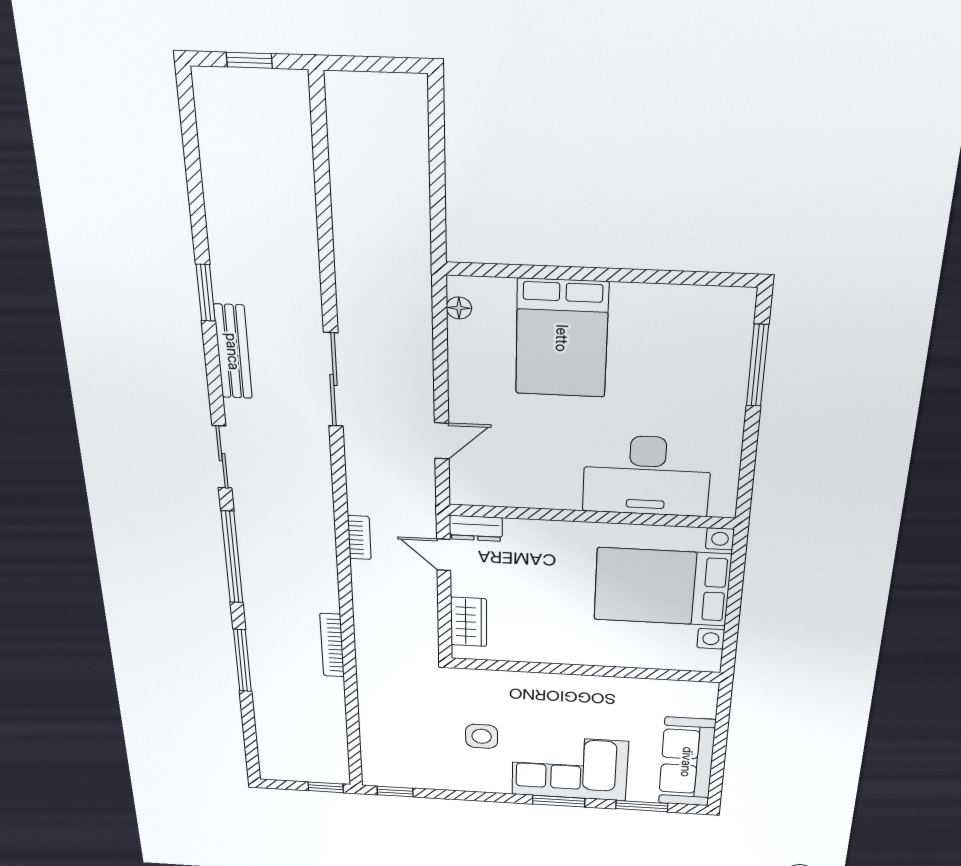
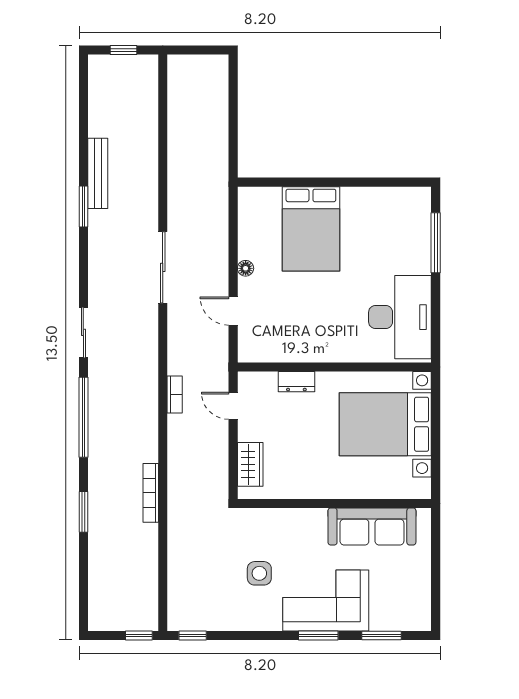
floor lamp: (459, 308) -> (246, 268), moved
bench: (233, 352) -> (98, 173), moved
door: (442, 441) -> (233, 311), swing flipped
desk: (647, 476) -> (400, 317), moved, turned -90
dresser: (476, 528) -> (296, 382), moved
window: (242, 660) -> (83, 512), width x0.69
sofa: (687, 762) -> (372, 526), moved, turned -90

